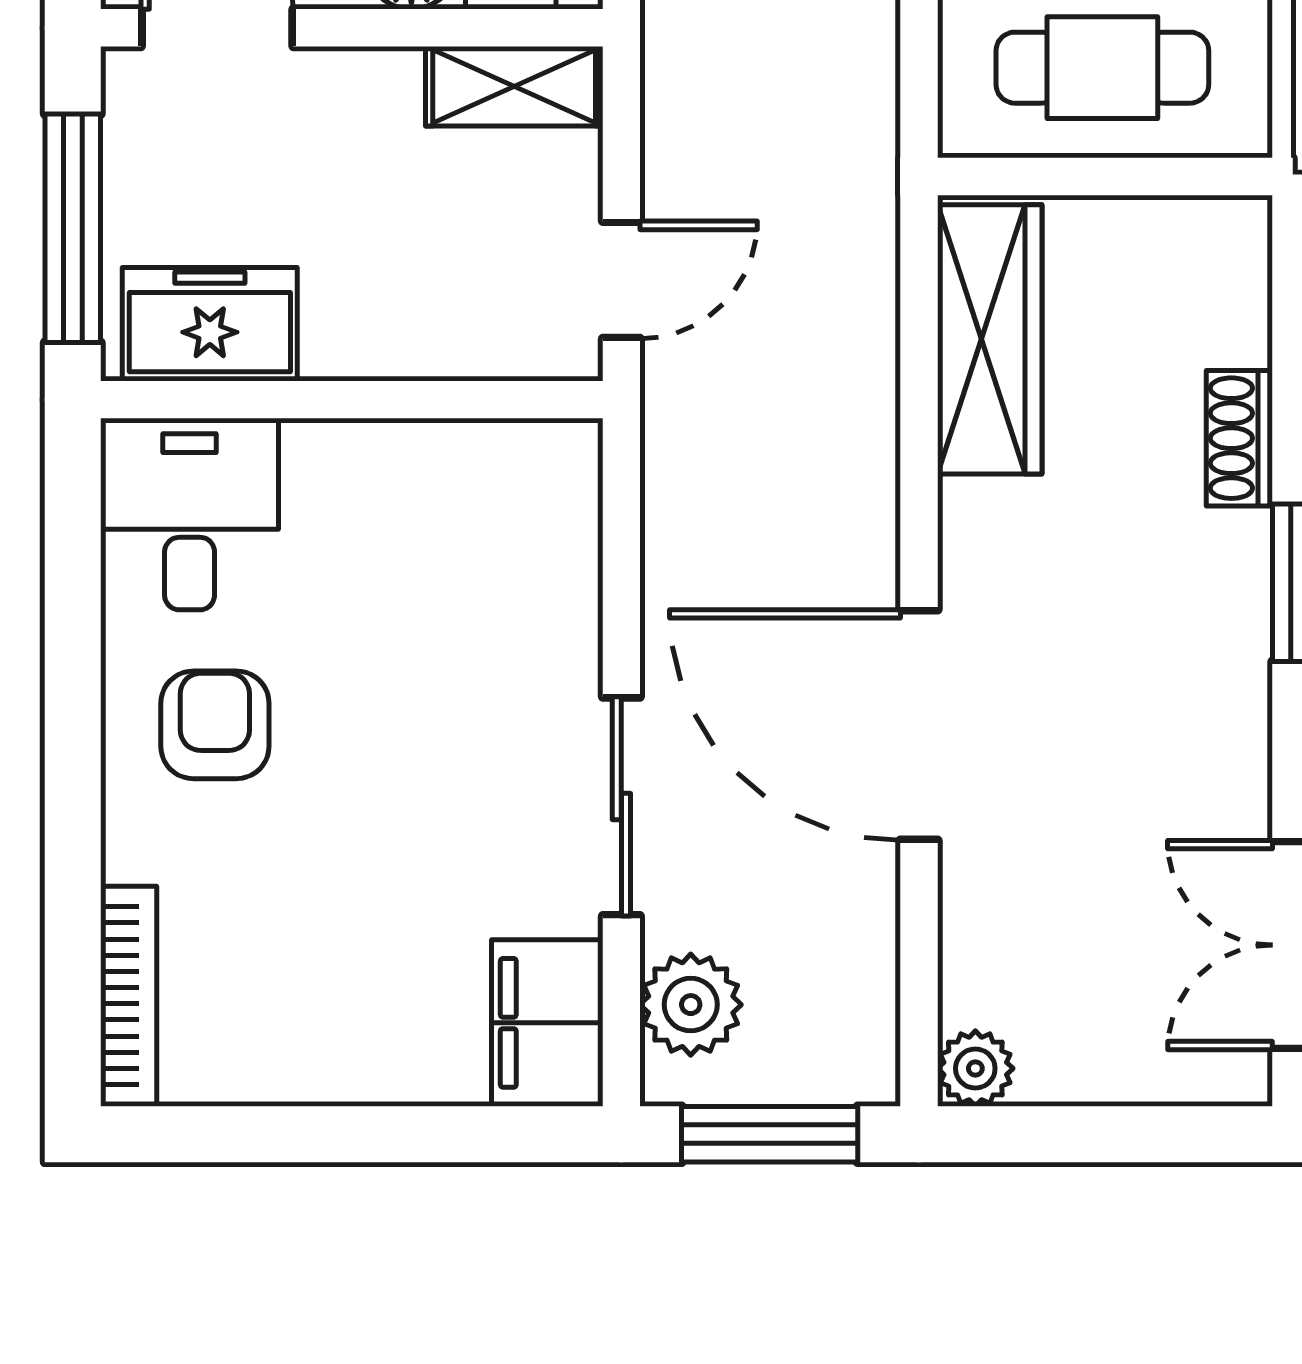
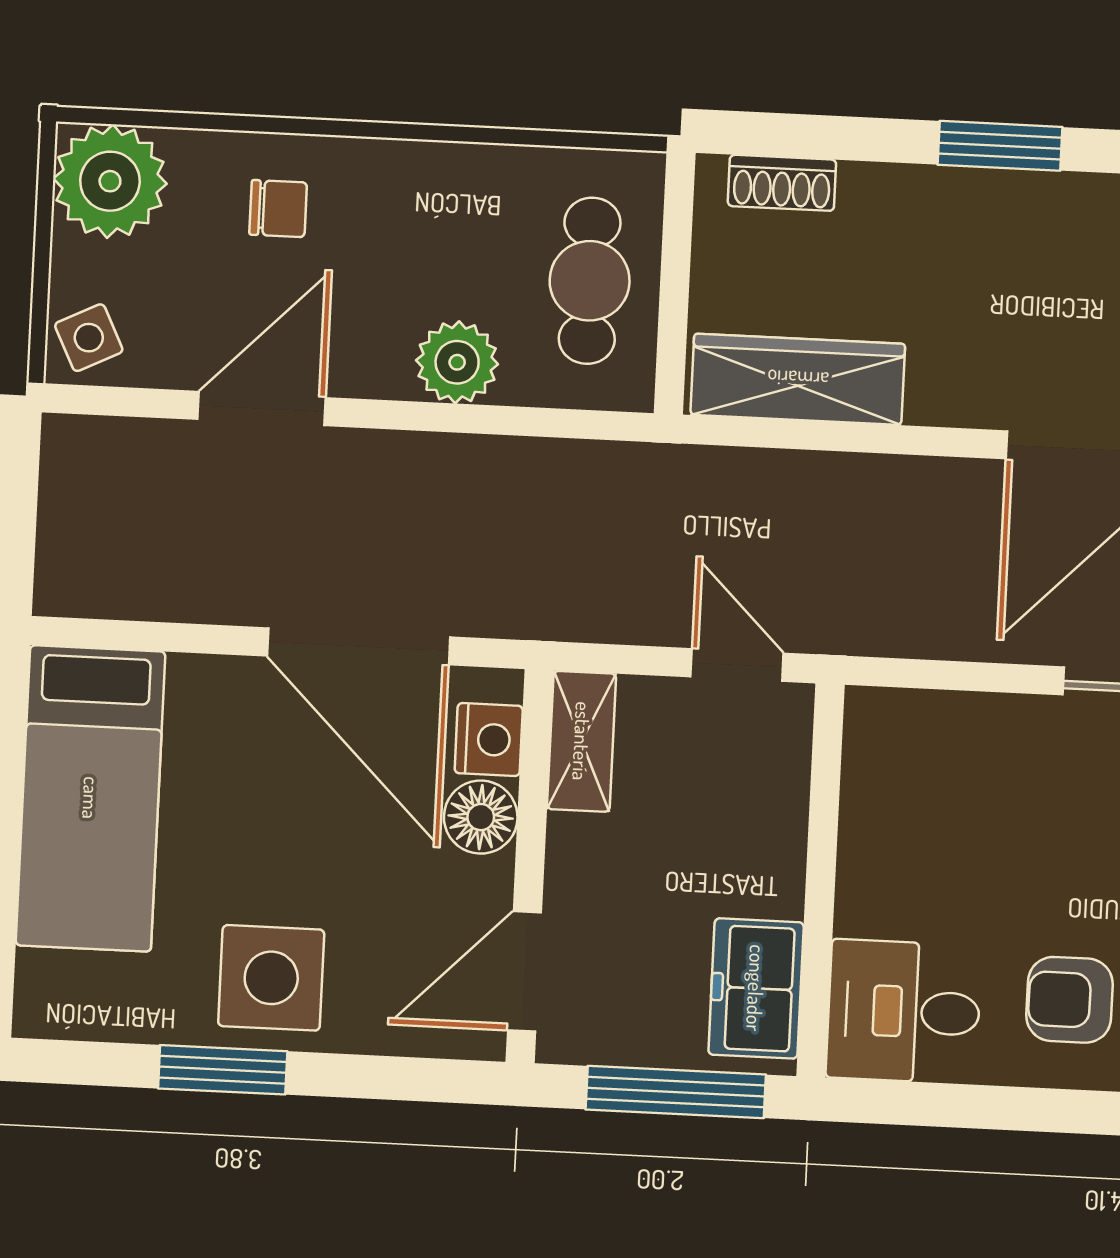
shoe rack: (1239, 438) -> (782, 183), moved

